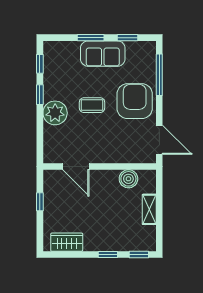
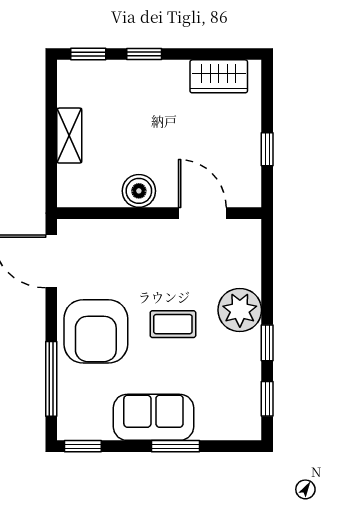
window: (128, 38) -> (83, 446), moved
boiler: (128, 179) -> (139, 191), moved

